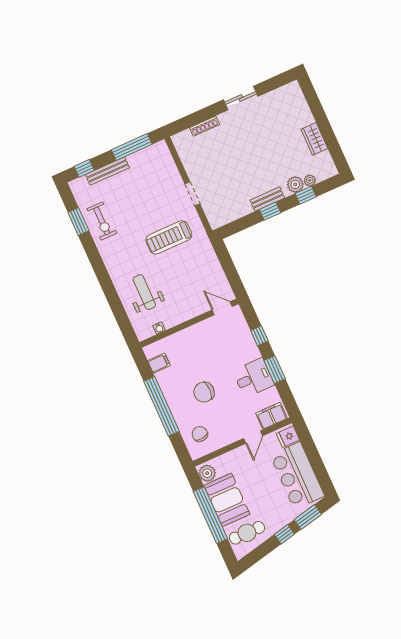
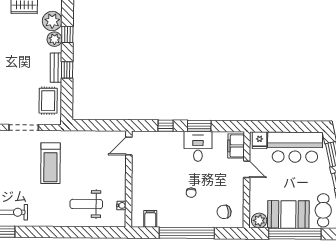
plant: (310, 180) -> (52, 21), width x1.88, depth x1.88
doorway: (192, 194) -> (24, 127), width x1.38
rug: (231, 206) -> (48, 101), added
chair: (204, 392) -> (191, 193), width x0.54, depth x0.54

